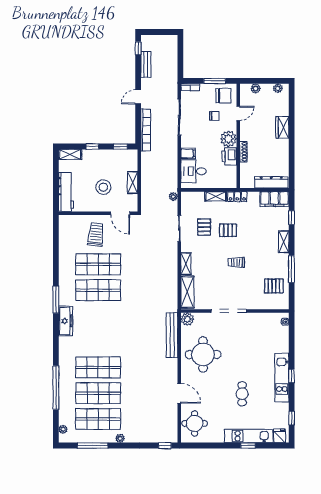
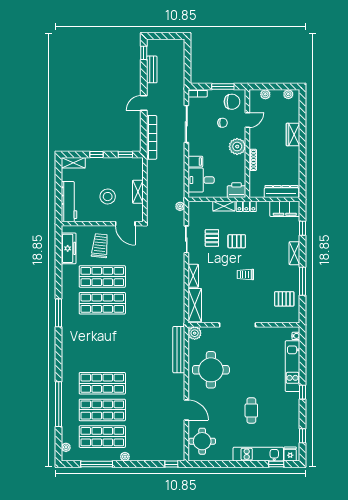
printer: (229, 157) -> (236, 190), moved, turned 90
freezer: (66, 321) -> (69, 248), moved
kitchen unit: (282, 378) -> (292, 366), moved
window: (248, 446) -> (276, 464), moved

